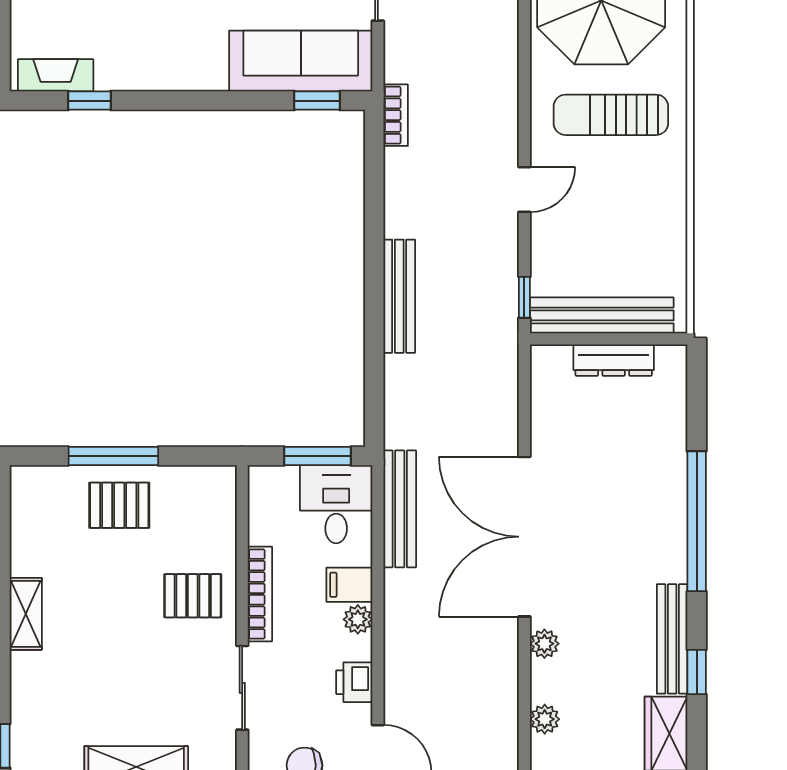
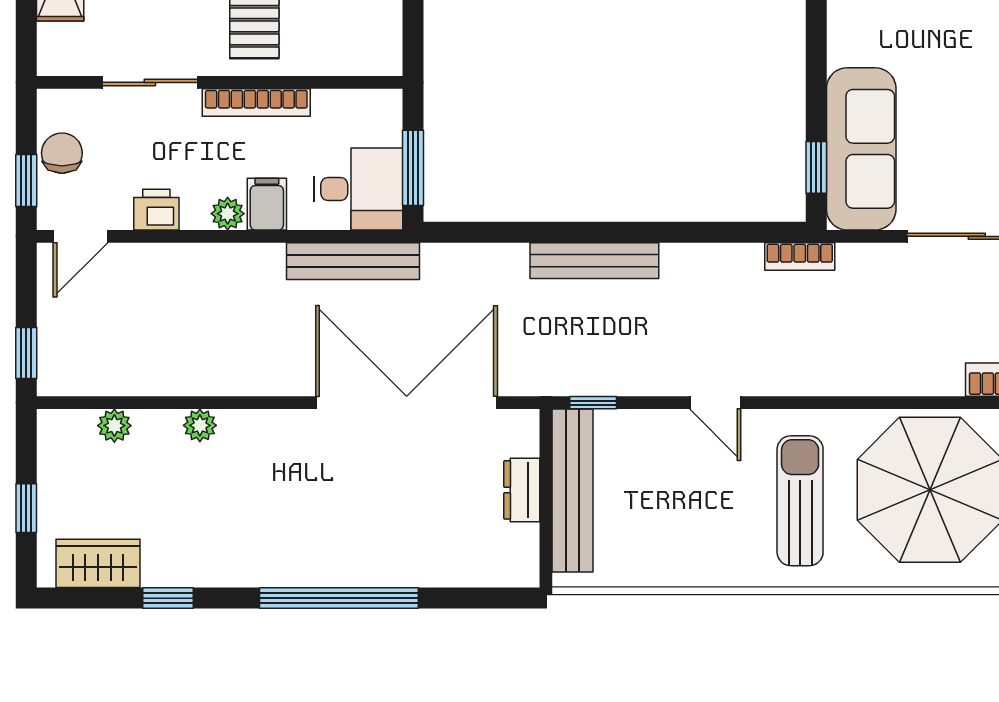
dresser: (614, 360) -> (522, 490), width x0.70
double door: (524, 537) -> (407, 403), moved
bench: (672, 639) -> (205, 570), removed

